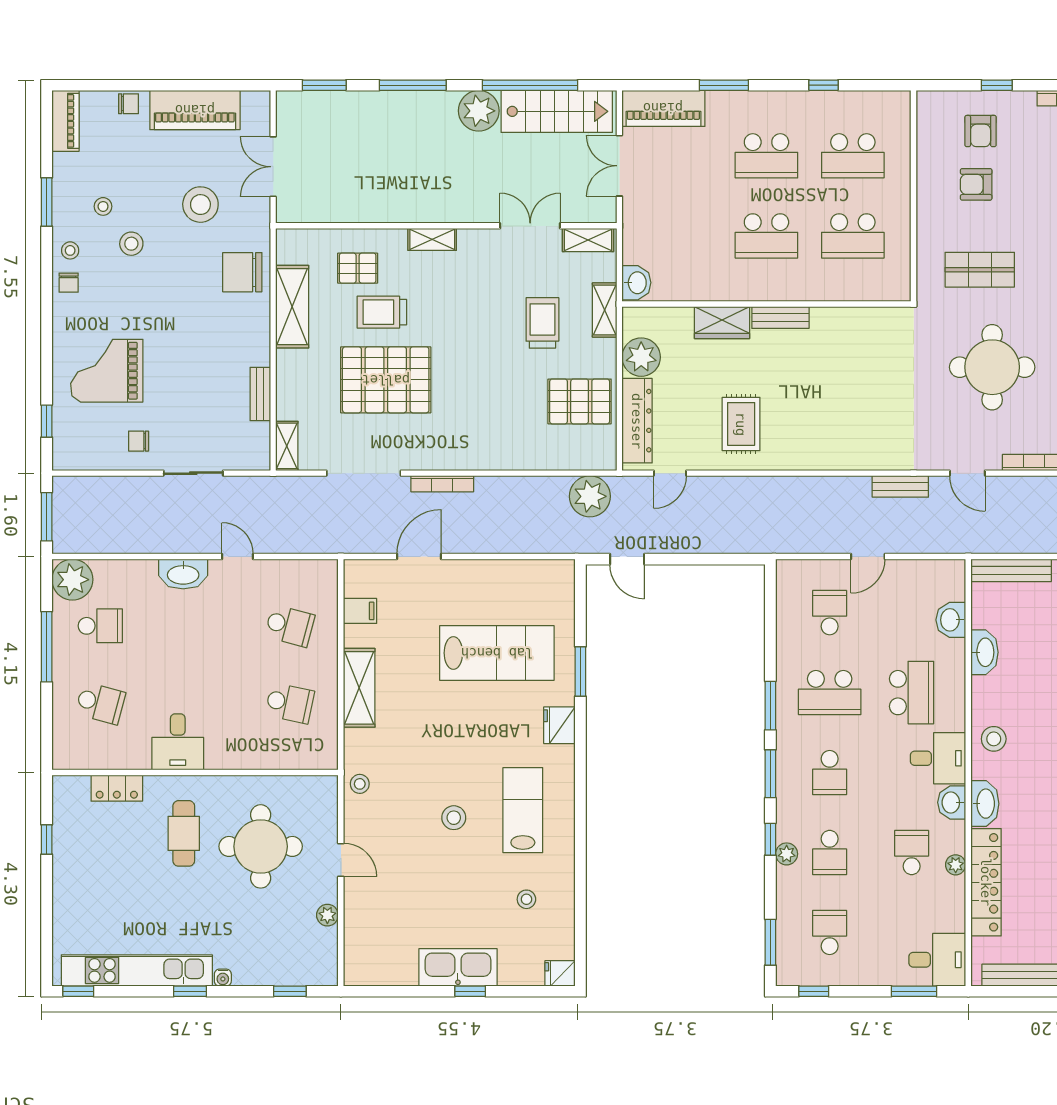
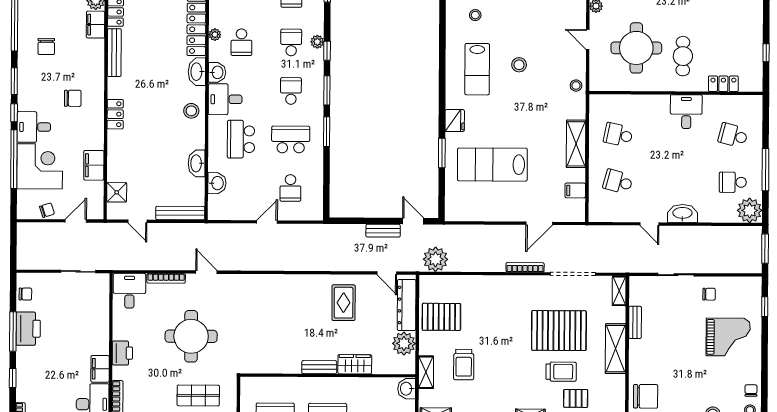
shelving: (292, 307) -> (616, 349), moved
door: (670, 473) -> (387, 273), swing flipped
bench: (900, 486) -> (383, 231), moved

